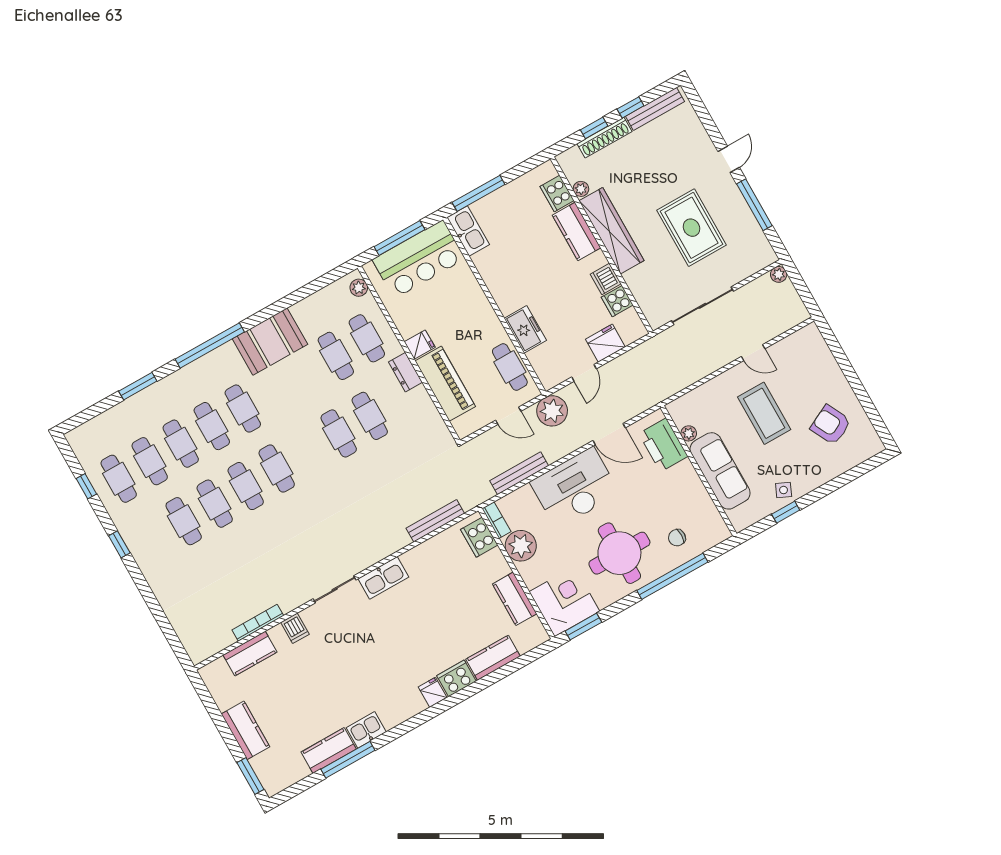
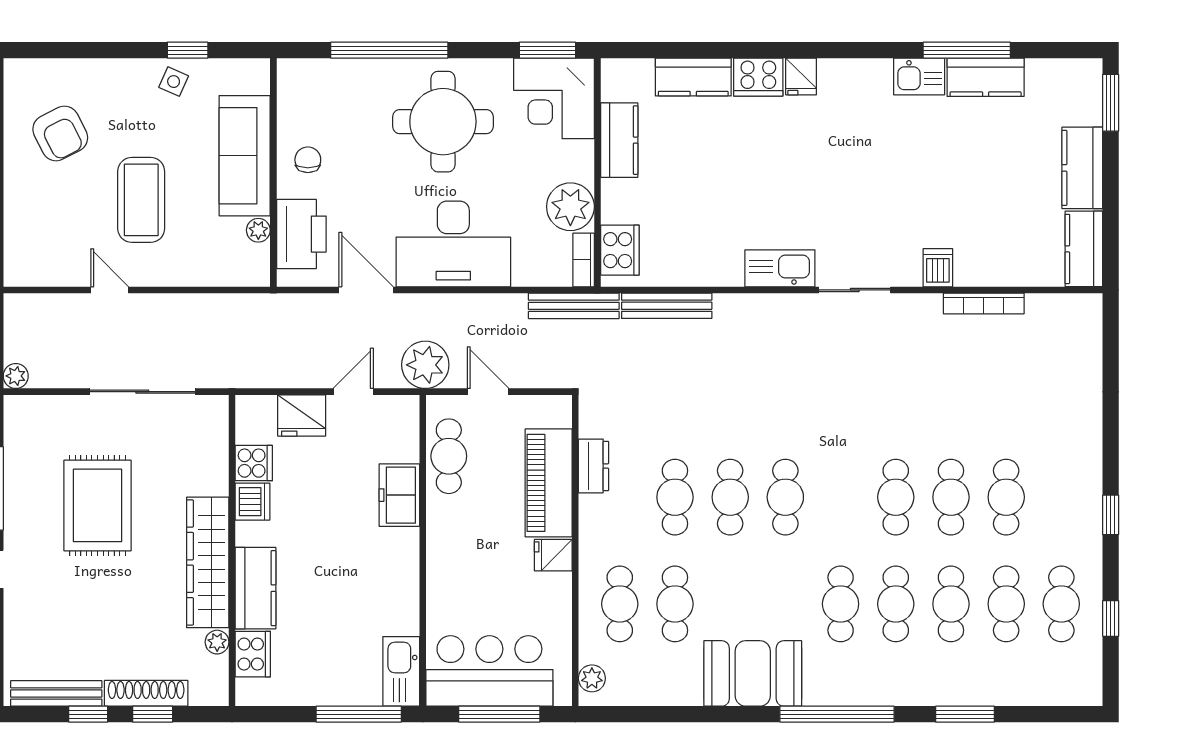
dresser: (405, 372) -> (594, 466), moved
cafe table: (277, 469) -> (785, 497), moved
bench: (519, 473) -> (574, 306), moved
chair: (677, 538) -> (308, 160), moved, turned -90
kitchen counter: (250, 654) -> (1084, 249), moved, turned -90

